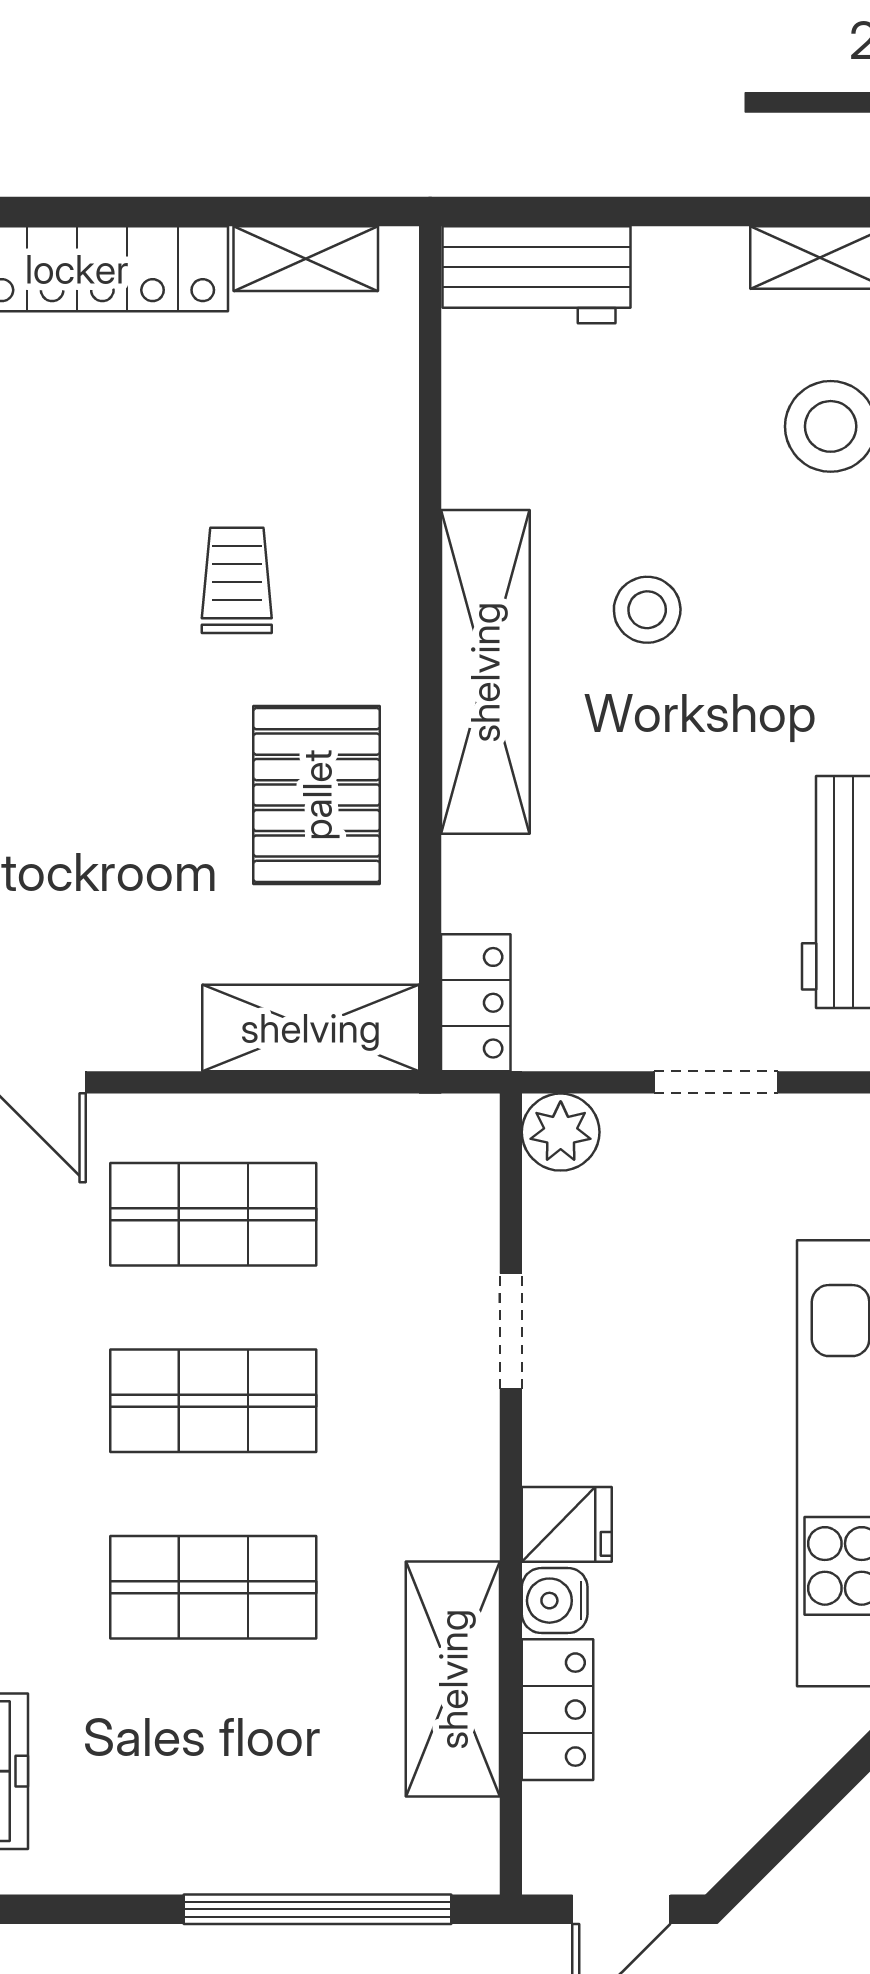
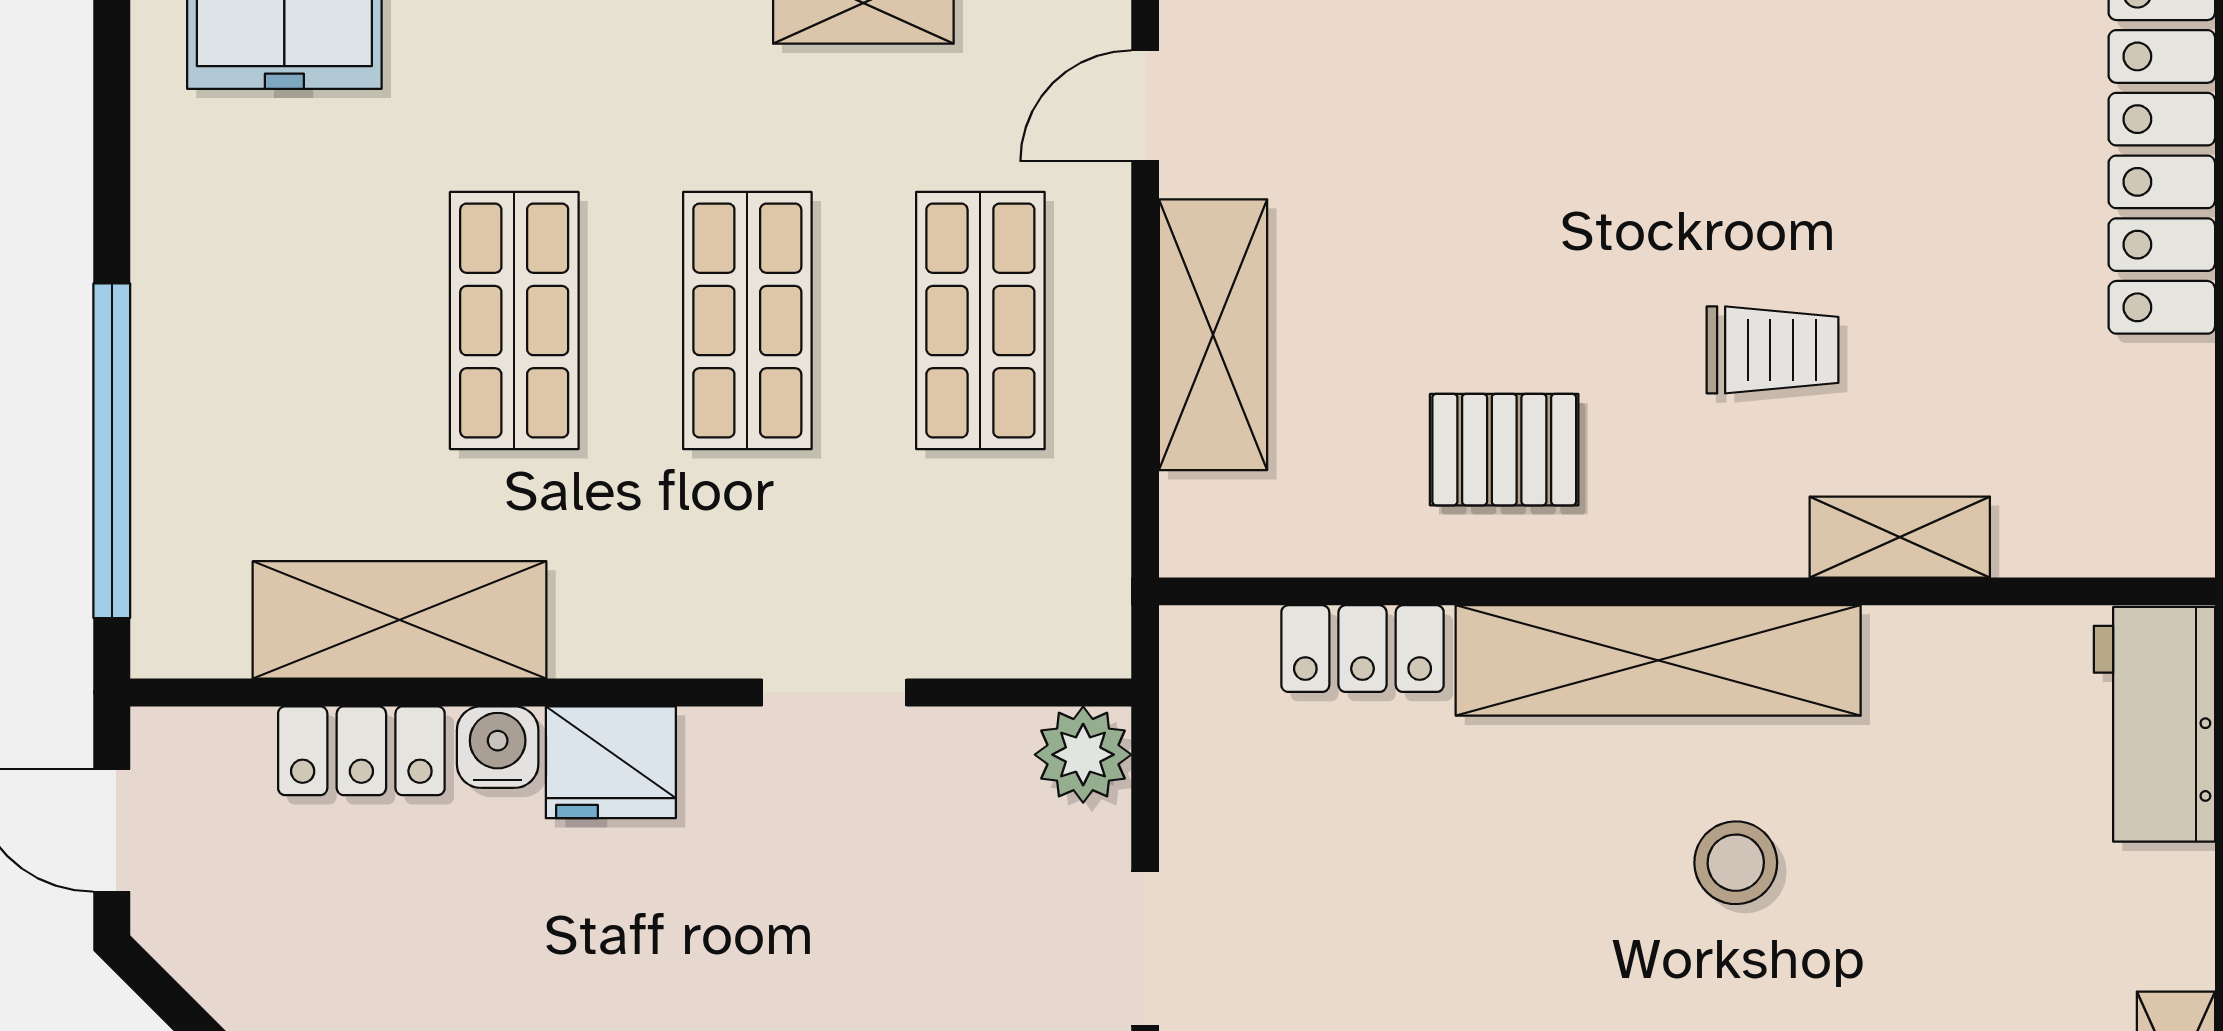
shelving: (306, 259) -> (1900, 537), moved, turned 90
pallet: (317, 795) -> (1504, 450), width x0.67, depth x0.71
locker: (476, 1003) -> (1363, 649), moved
shelving: (311, 1028) -> (1213, 335), moved
fridge: (567, 1524) -> (611, 762), width x1.38

